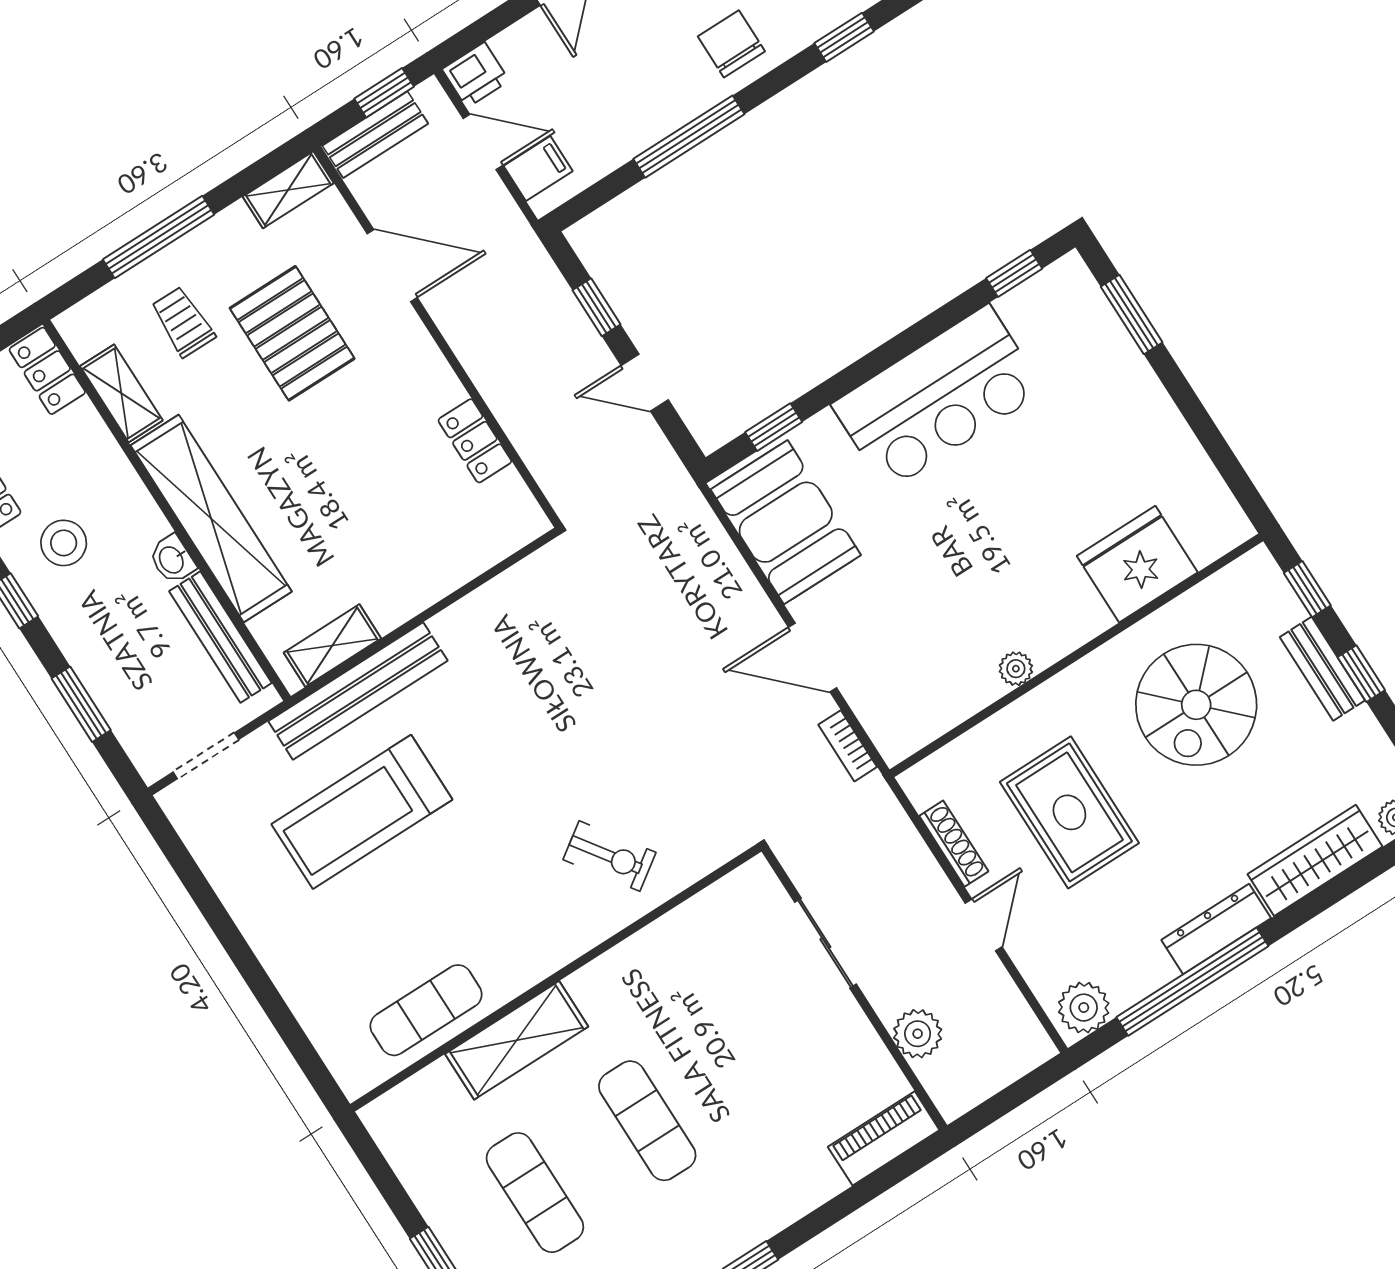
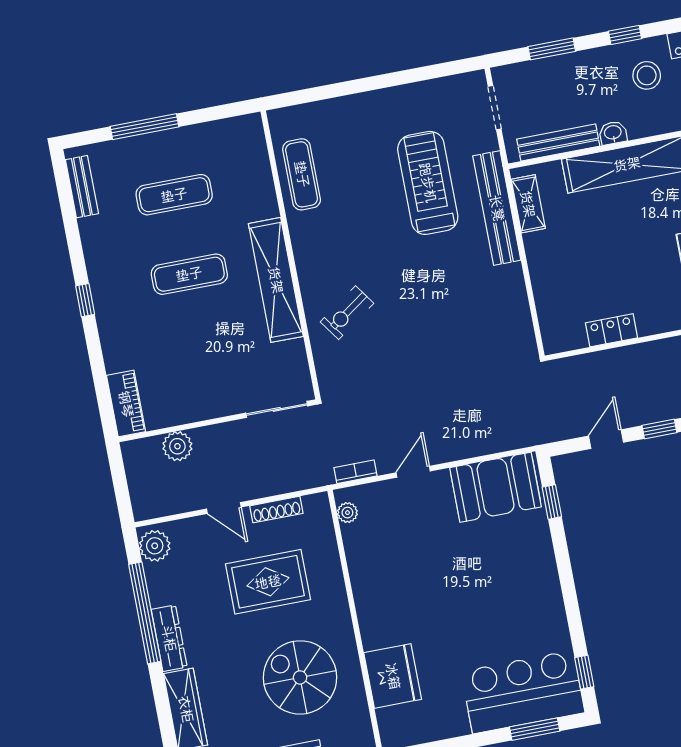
bar counter: (938, 398) -> (523, 692), moved, turned 90
door: (813, 658) -> (413, 472), width x0.73
plant: (1016, 669) -> (347, 513), moved
sliding door: (825, 943) -> (277, 409), moved
shelving: (517, 1040) -> (276, 280), moved, width x1.47

